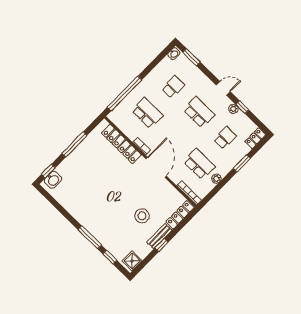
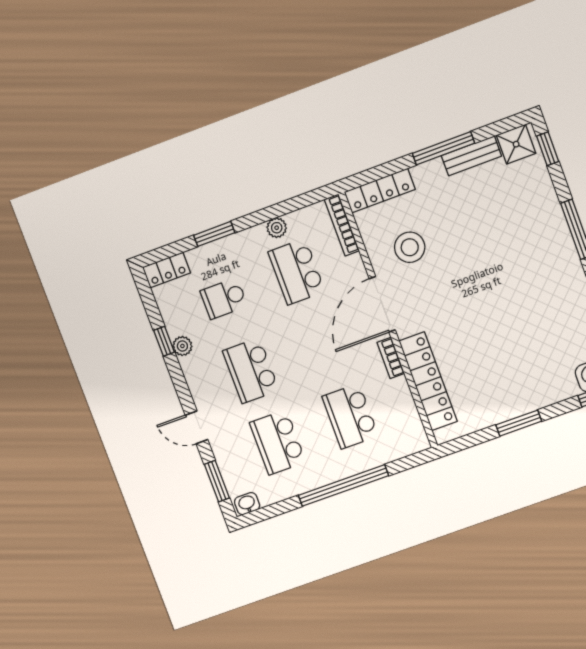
school desk: (173, 87) -> (278, 442), width x1.85
door: (223, 88) -> (197, 427), moved
window: (124, 94) -> (343, 485), moved
window: (74, 144) -> (519, 423), width x0.69
stool: (142, 216) -> (410, 247), moved
bench: (159, 236) -> (471, 156), moved
window: (162, 245) -> (443, 148), width x2.17
window: (110, 257) -> (548, 149), moved

